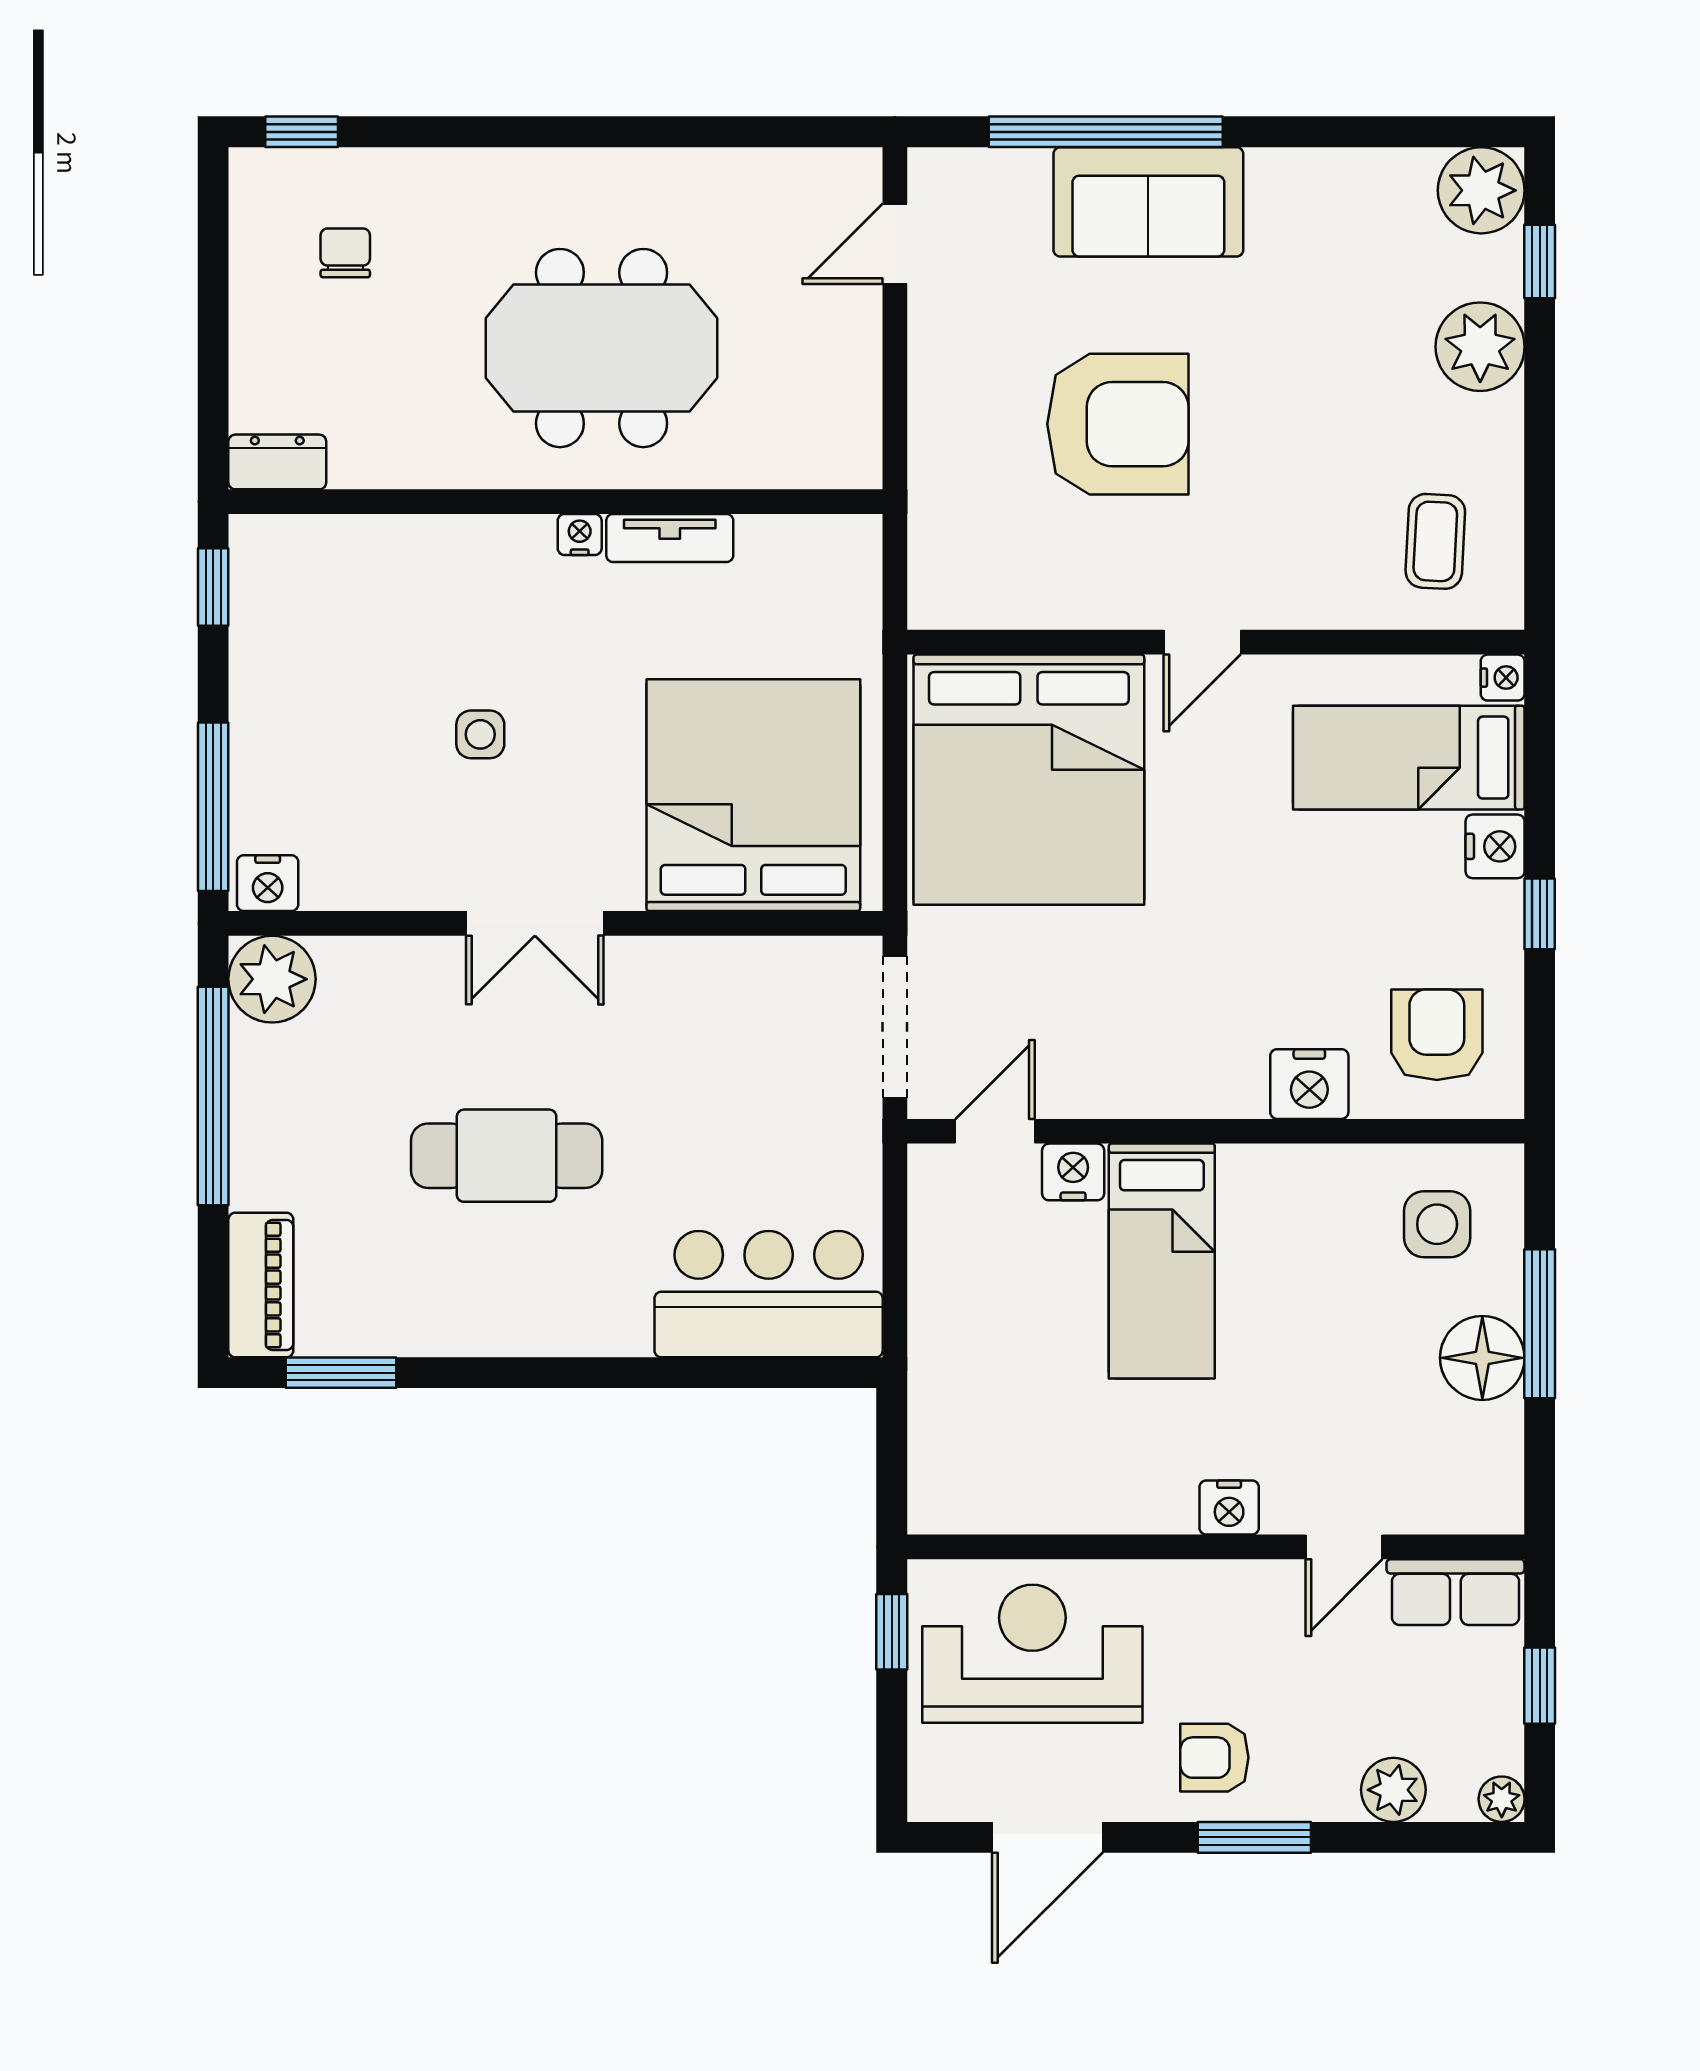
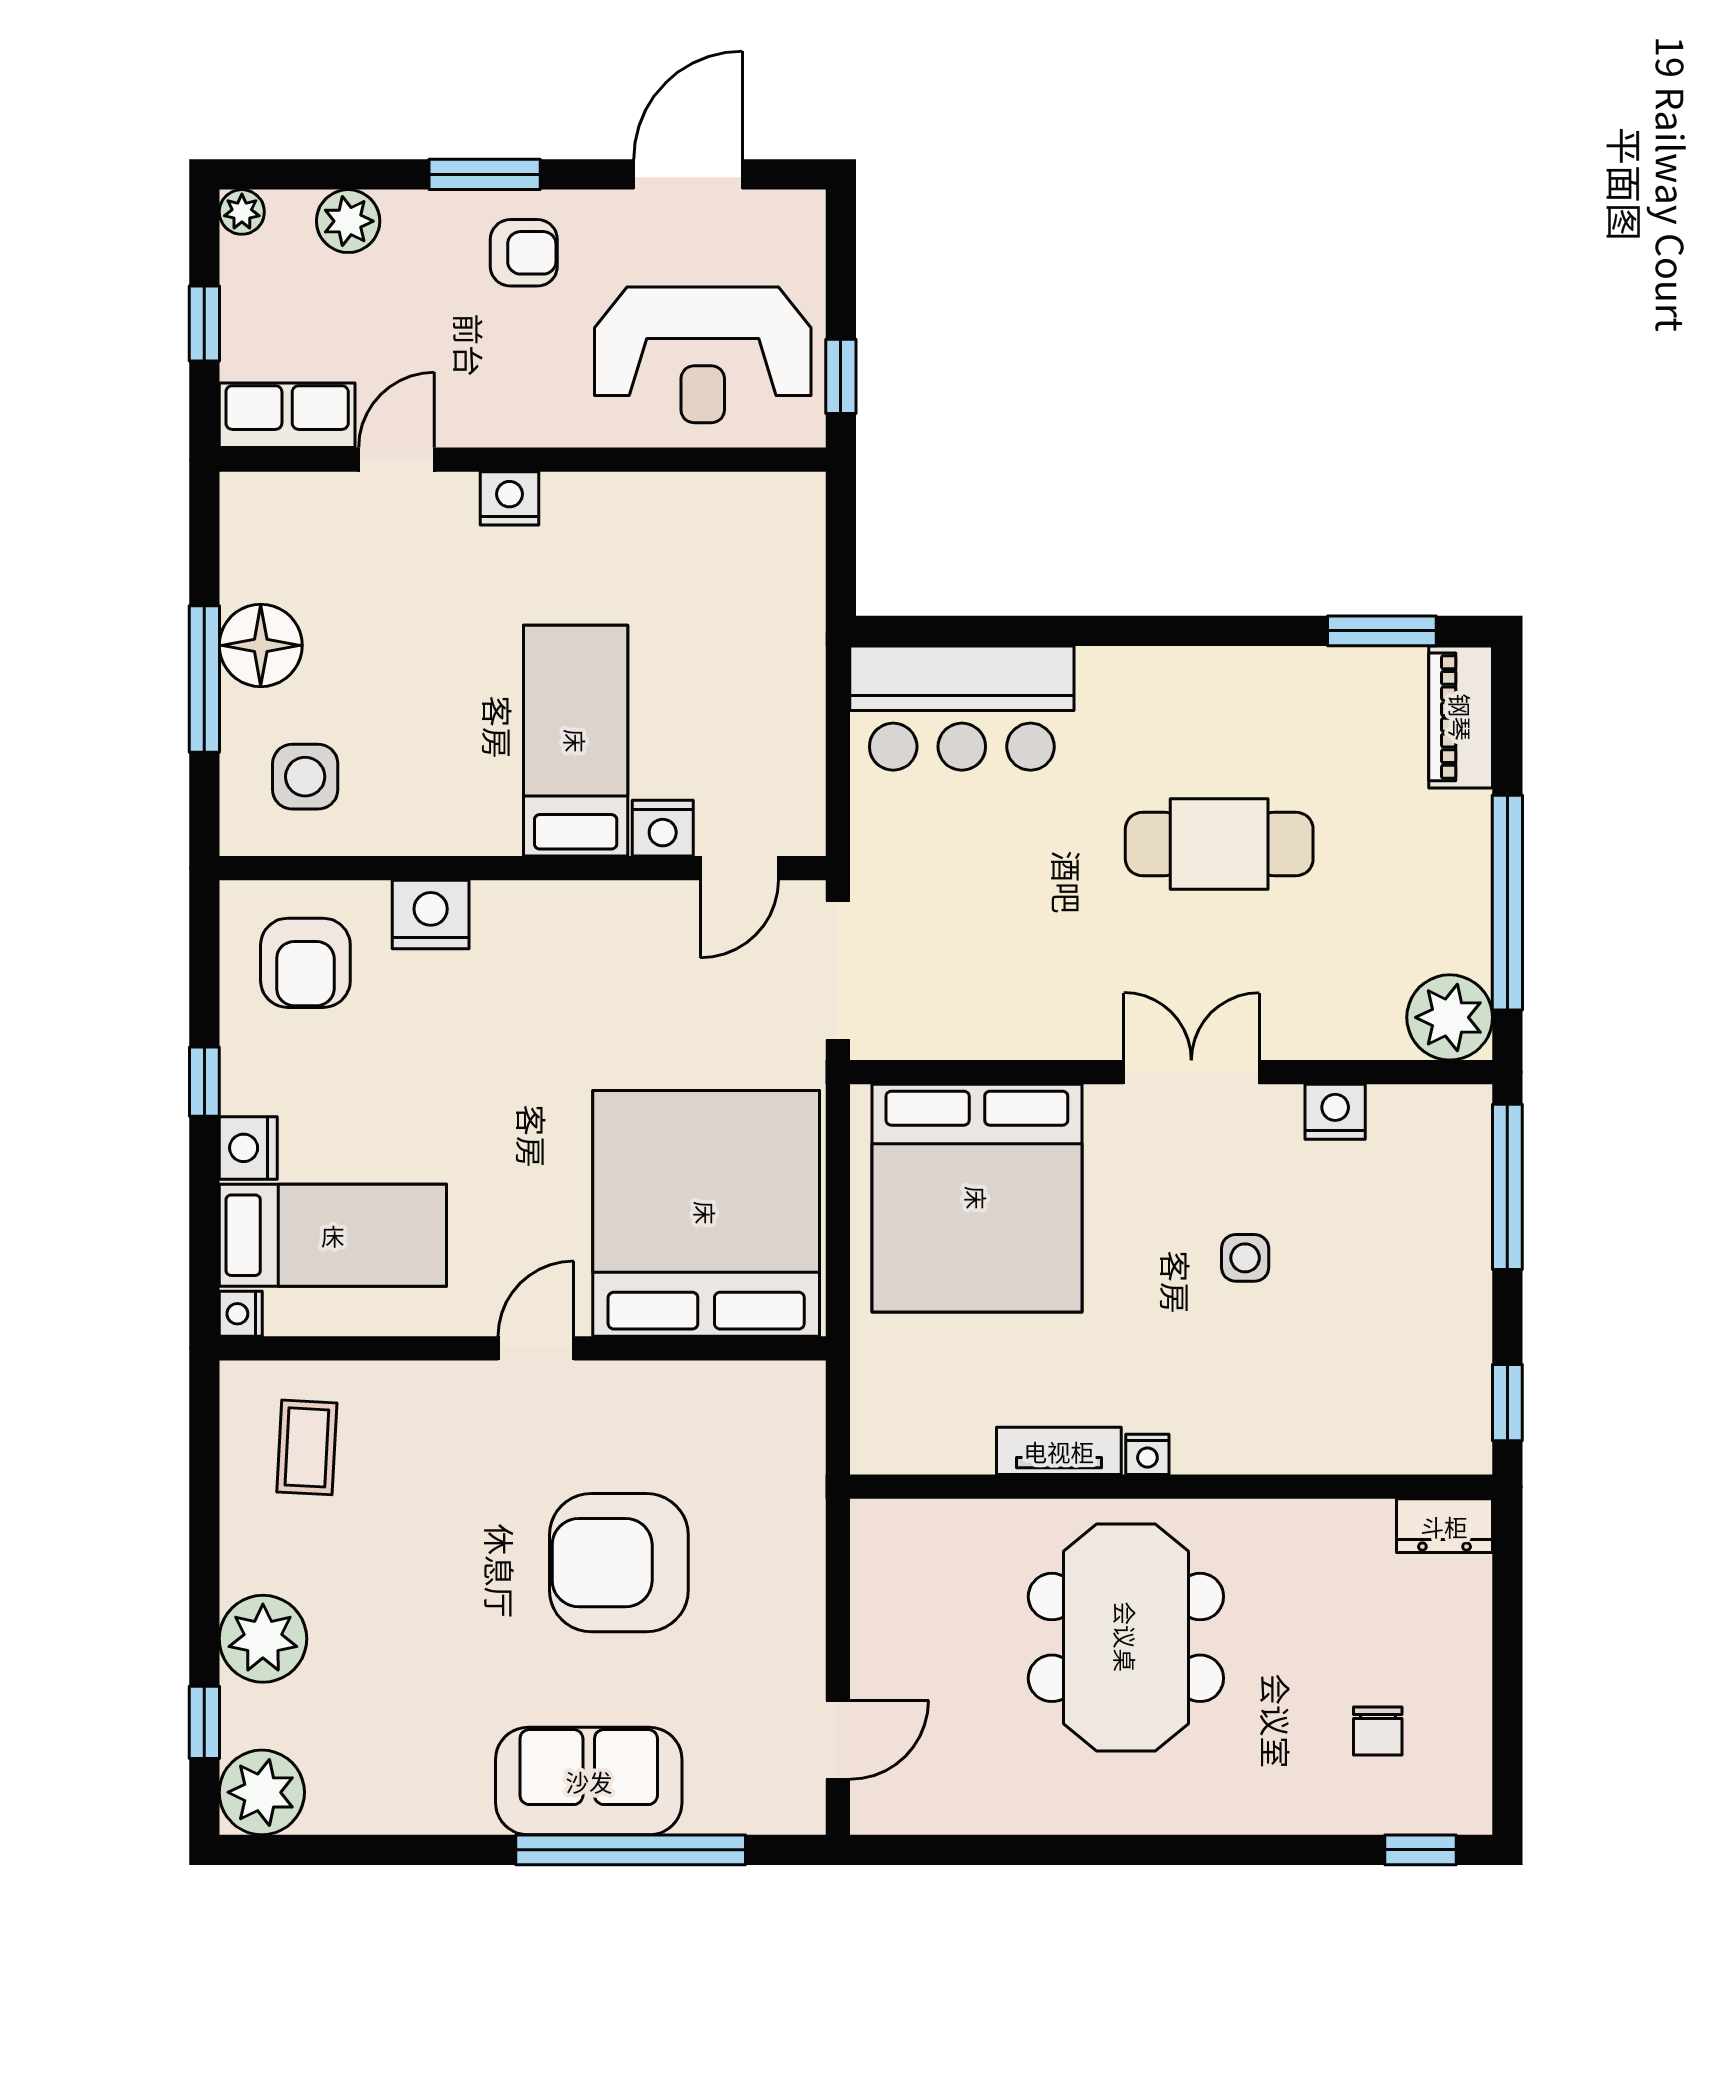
meeting table: (602, 348) -> (1126, 1637), turned 90
nightstand: (268, 883) -> (1335, 1112), moved

